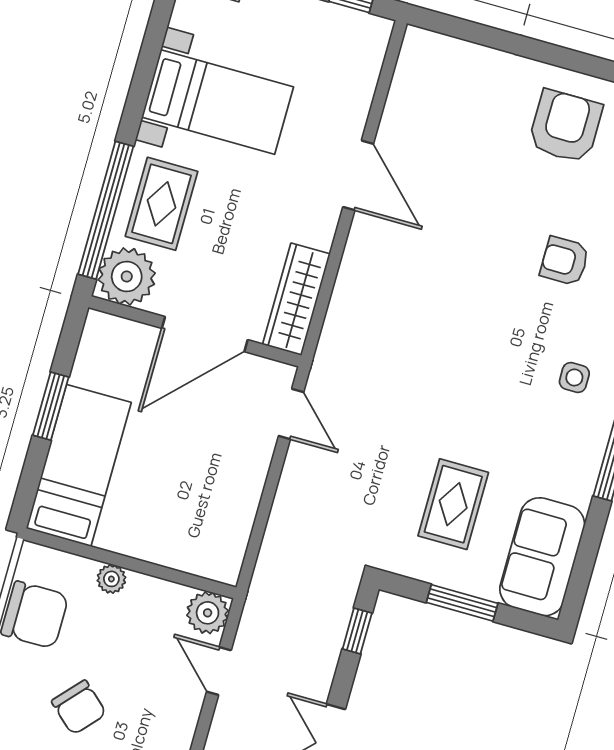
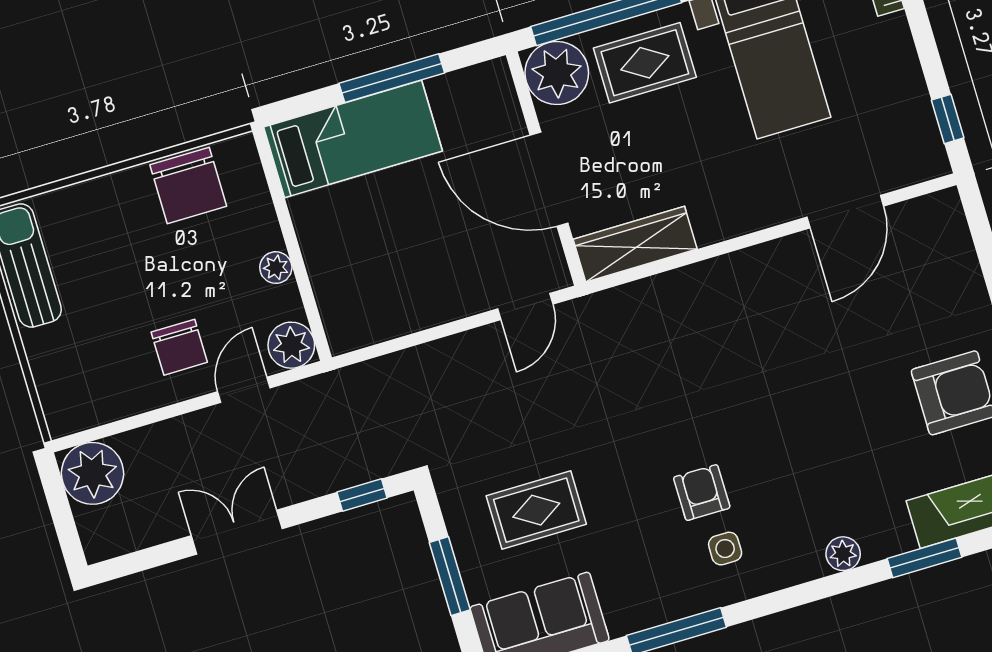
door: (358, 175) -> (845, 212), moved
armchair: (565, 261) -> (702, 493), moved
window: (51, 406) -> (392, 78), width x1.44
plant: (111, 579) -> (276, 268), moved
chair: (79, 707) -> (179, 347), moved, turned -42

